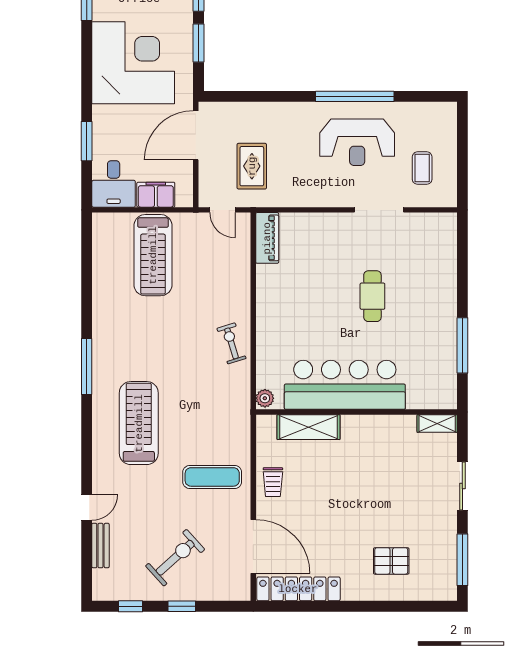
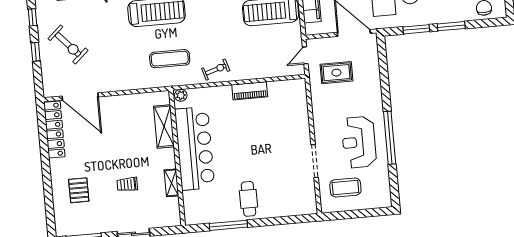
coffee table: (422, 168) -> (345, 187), width x1.36, depth x1.30
piano: (267, 238) -> (250, 91), moved
cafe table: (372, 296) -> (249, 199), moved, turned 90
shelving: (437, 424) -> (171, 183), moved
exercise mat: (212, 477) -> (170, 59), moved, turned 90
trolley: (273, 482) -> (127, 184), moved
door: (253, 546) -> (80, 96), hinge flipped

